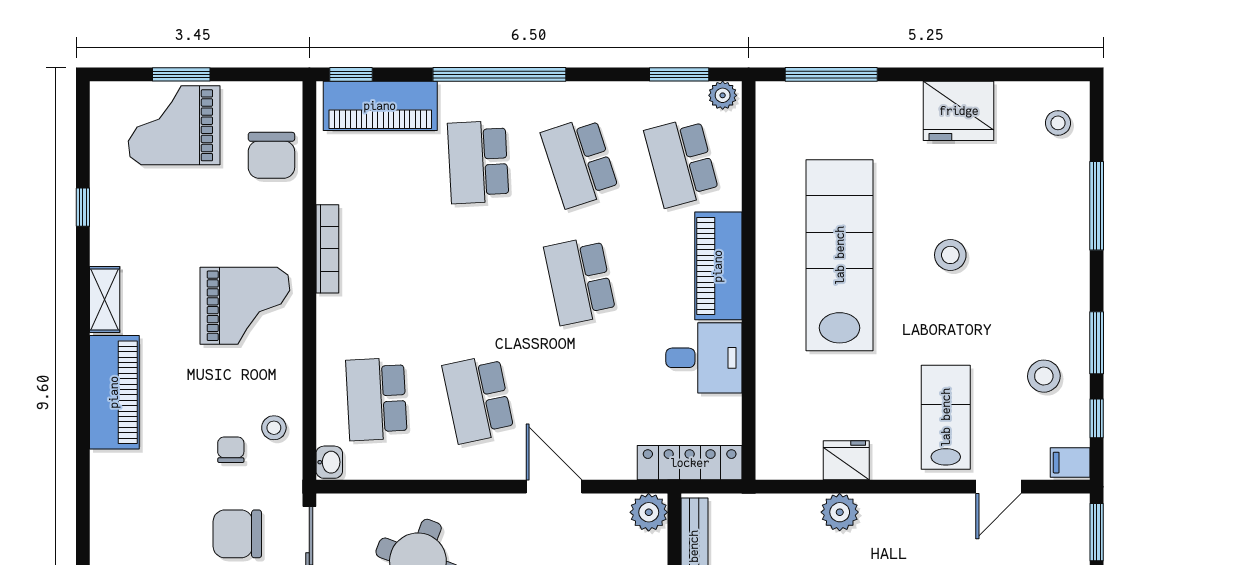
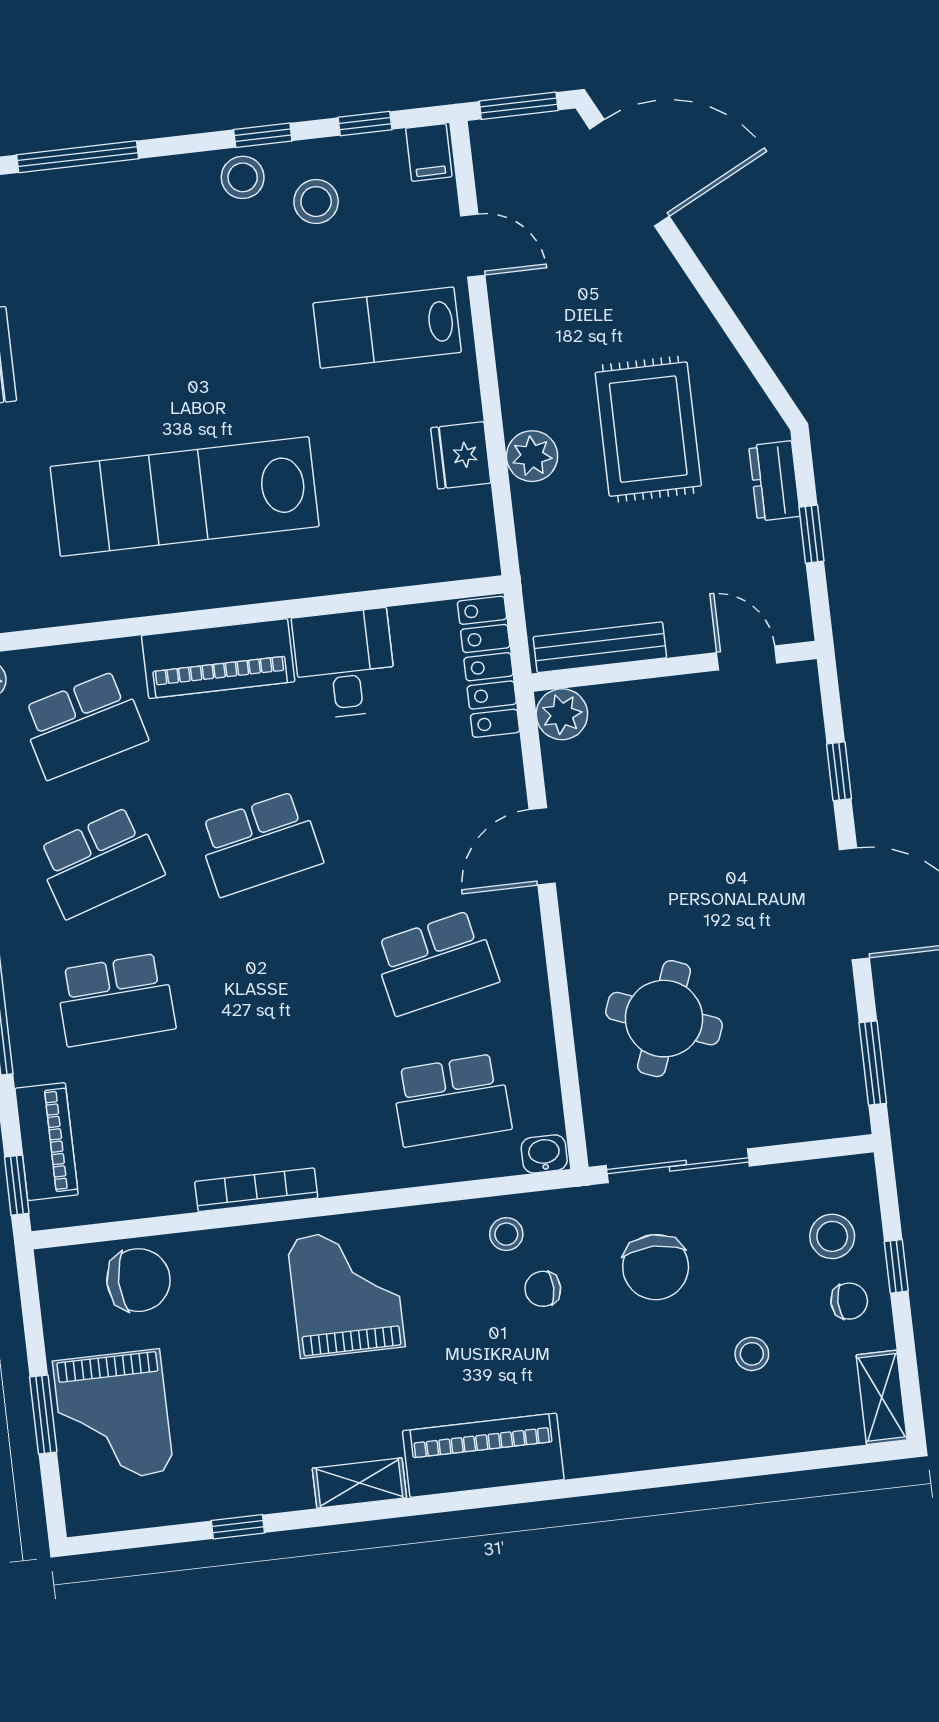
piano: (380, 106) -> (46, 1142), width x0.73, depth x0.75
stool: (950, 255) -> (243, 177), moved
window: (1097, 343) -> (263, 135), width x0.67

